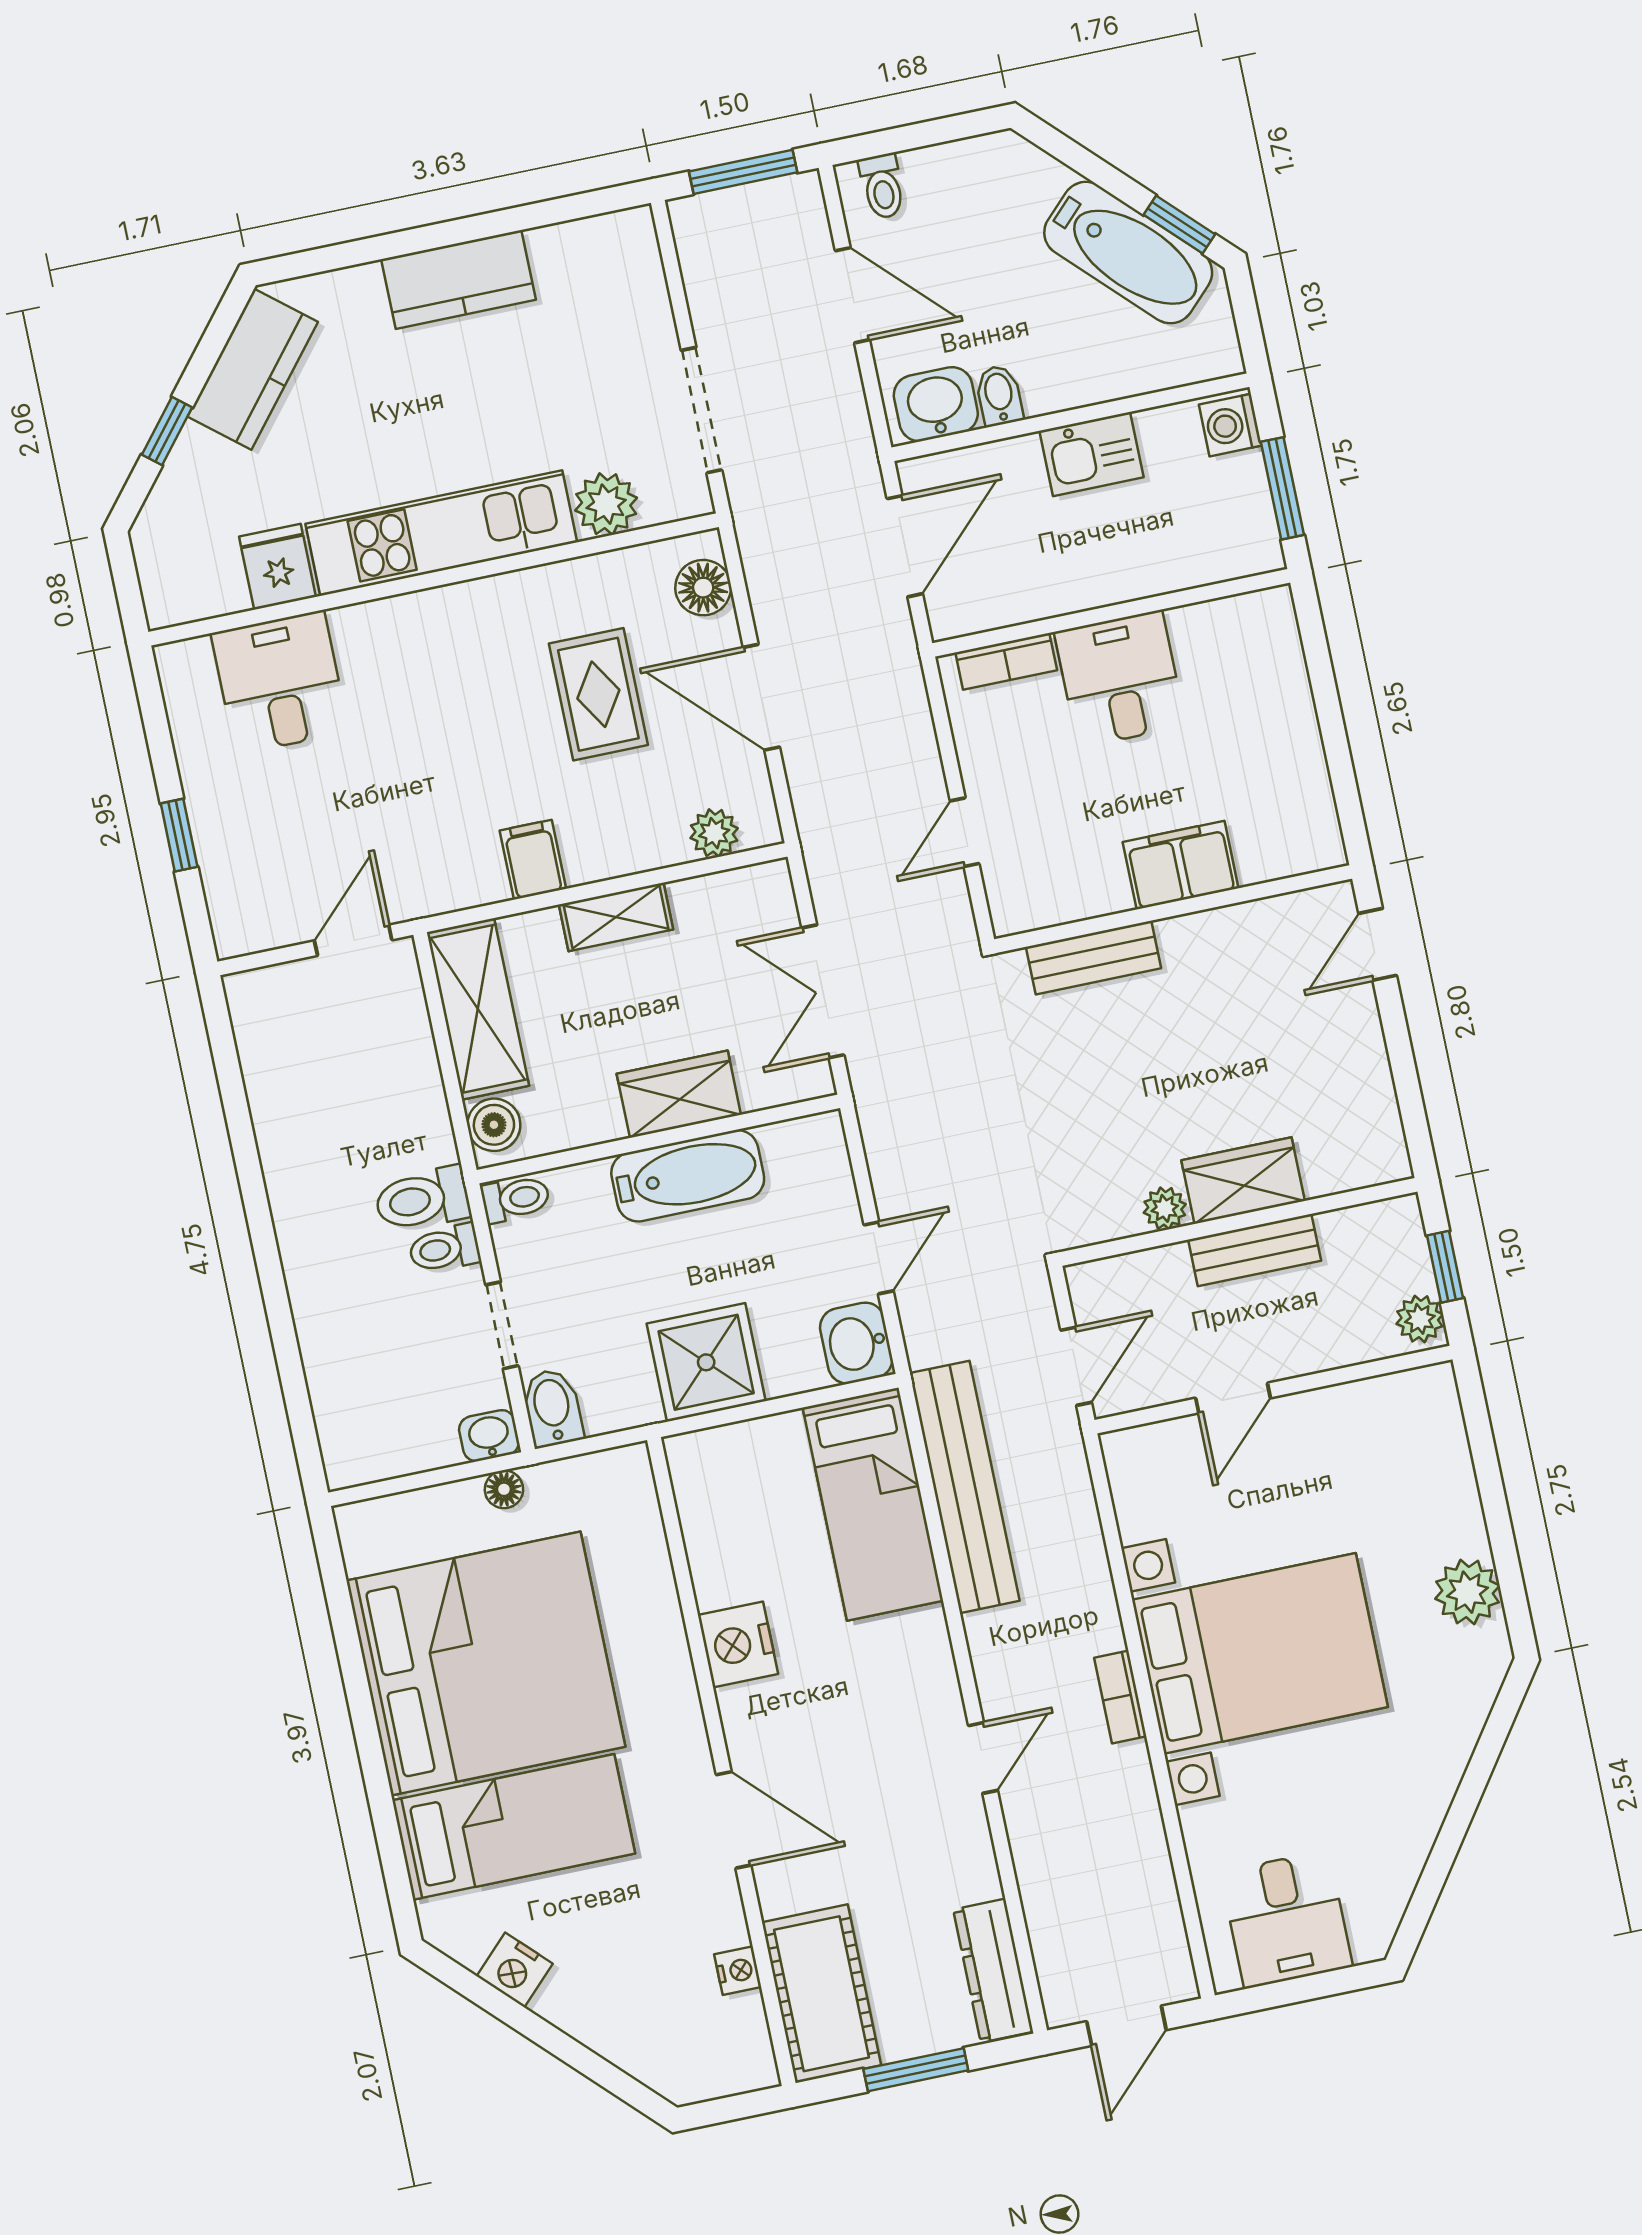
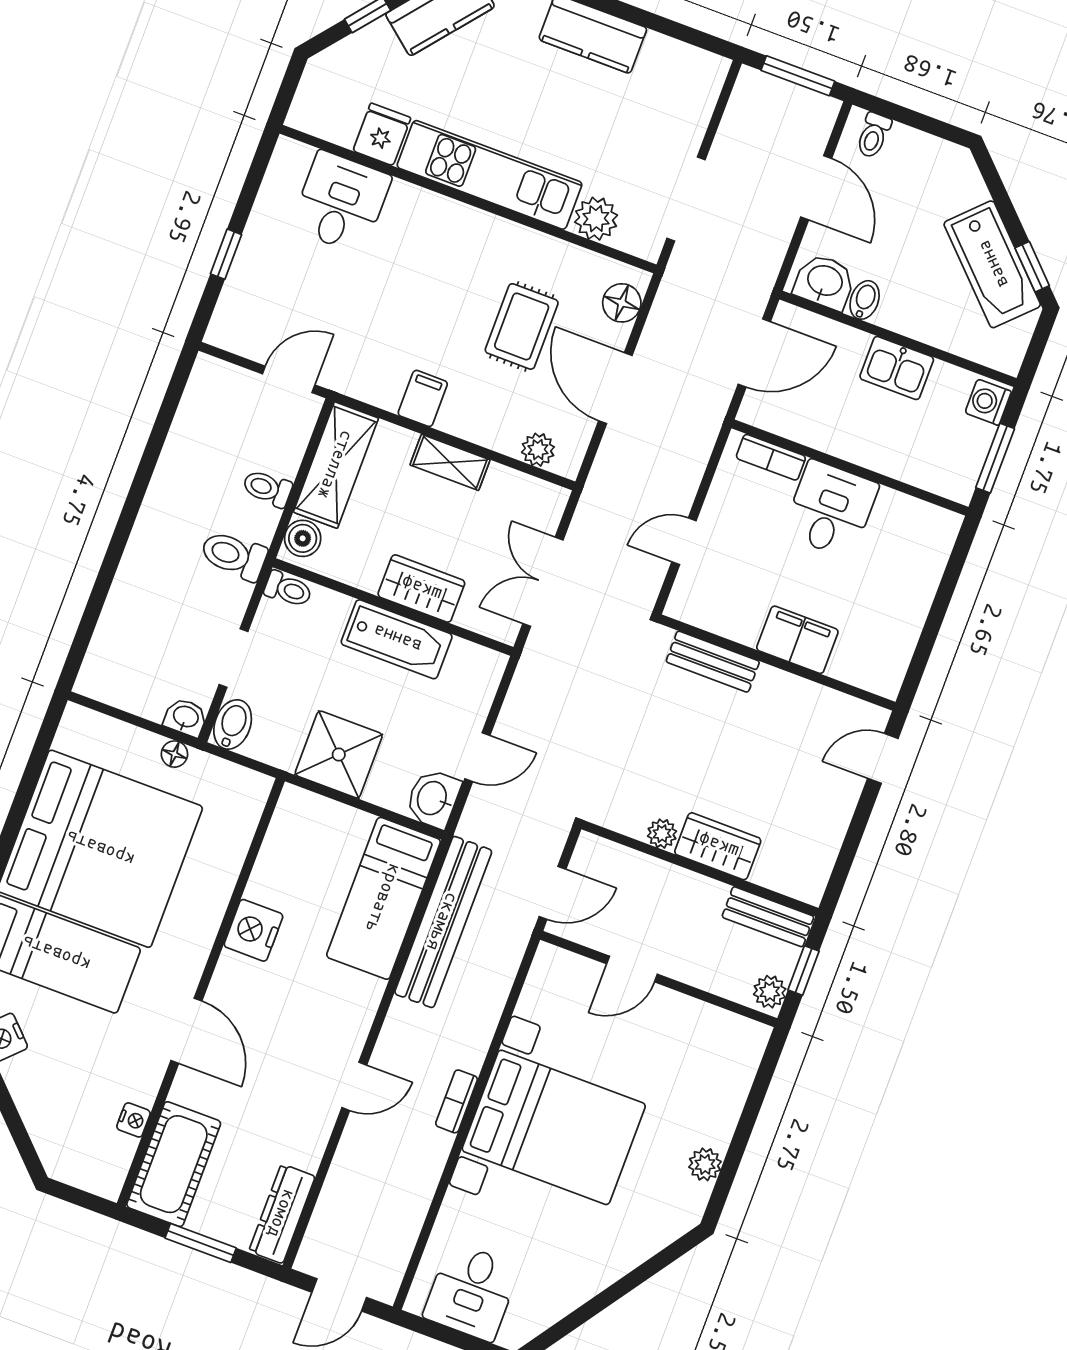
toilet: (444, 1249) -> (267, 488), moved
bench: (1255, 1250) -> (768, 917), moved
plant: (1467, 1592) -> (705, 1164), width x0.73, depth x0.73

